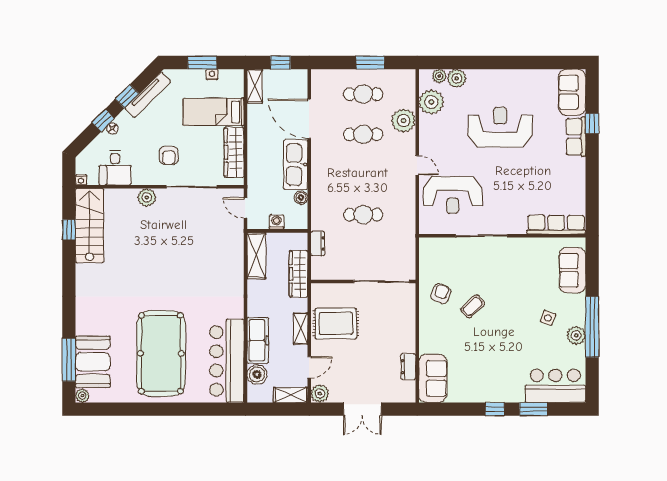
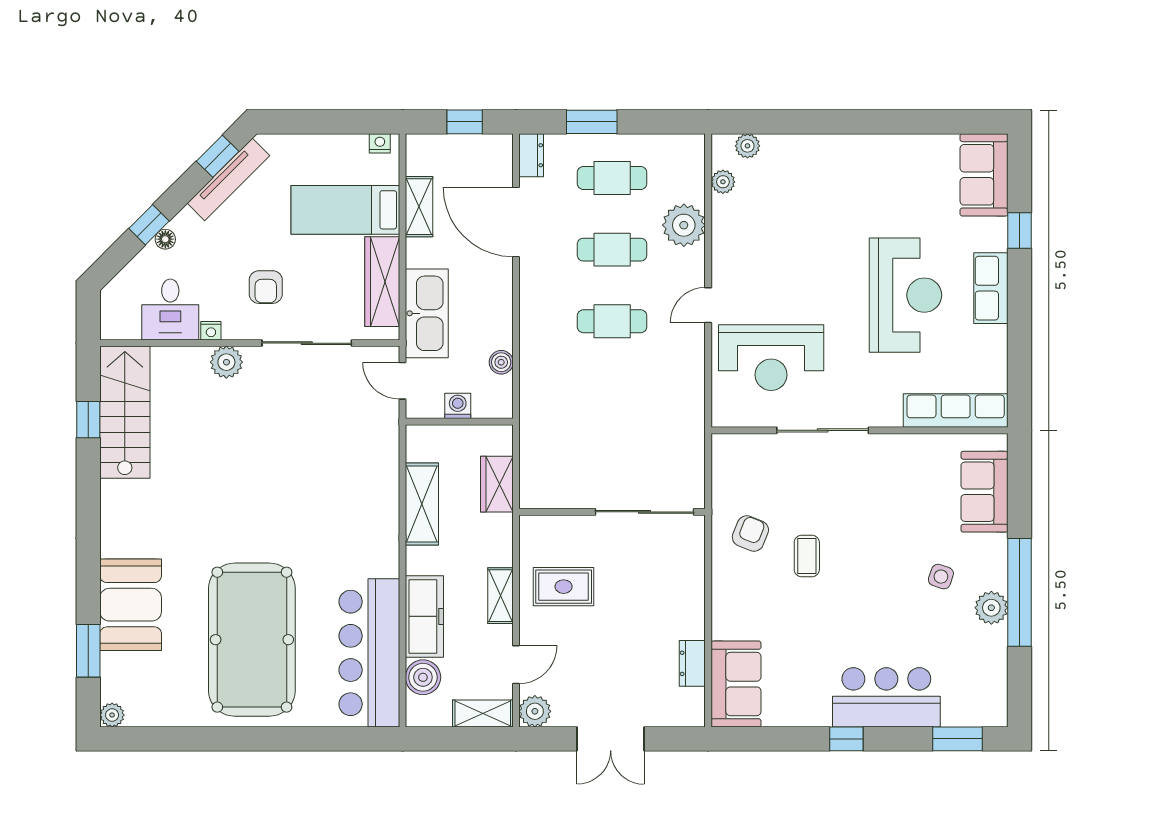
window: (202, 62) -> (326, 122), removed
window: (370, 62) -> (592, 122), moved
nightstand: (212, 75) -> (380, 143), moved
plant: (457, 78) -> (779, 150), removed
shelving: (255, 86) -> (419, 207), moved
window: (127, 96) -> (218, 156), moved
plant: (431, 102) -> (723, 182), width x0.53, depth x0.53
reception desk: (500, 127) -> (905, 295), moved, turned 90
row of seats: (576, 137) -> (991, 288), moved
kitchen sink: (296, 165) -> (427, 313), moved, turned 180
door: (417, 165) -> (708, 305), swing flipped
nightstand: (81, 180) -> (211, 331), moved
cafe table: (363, 215) -> (612, 321), moved
dresser: (318, 243) -> (531, 155), moved
shelving: (256, 256) -> (422, 504), moved
wardrobe: (298, 274) -> (497, 484), width x0.67
coffee table: (473, 306) -> (807, 556), turned -47
rug: (336, 324) -> (564, 587), width x0.73, depth x0.70
window: (69, 360) -> (88, 651), width x0.69
booth: (93, 362) -> (131, 605), moved
bar counter: (555, 386) -> (886, 697), moved
window: (533, 409) -> (957, 739), moved

